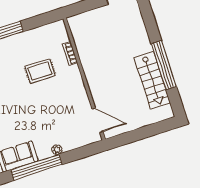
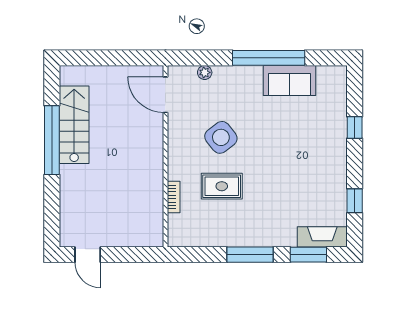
side table: (51, 104) -> (221, 137), added
plant: (57, 150) -> (205, 72), moved

